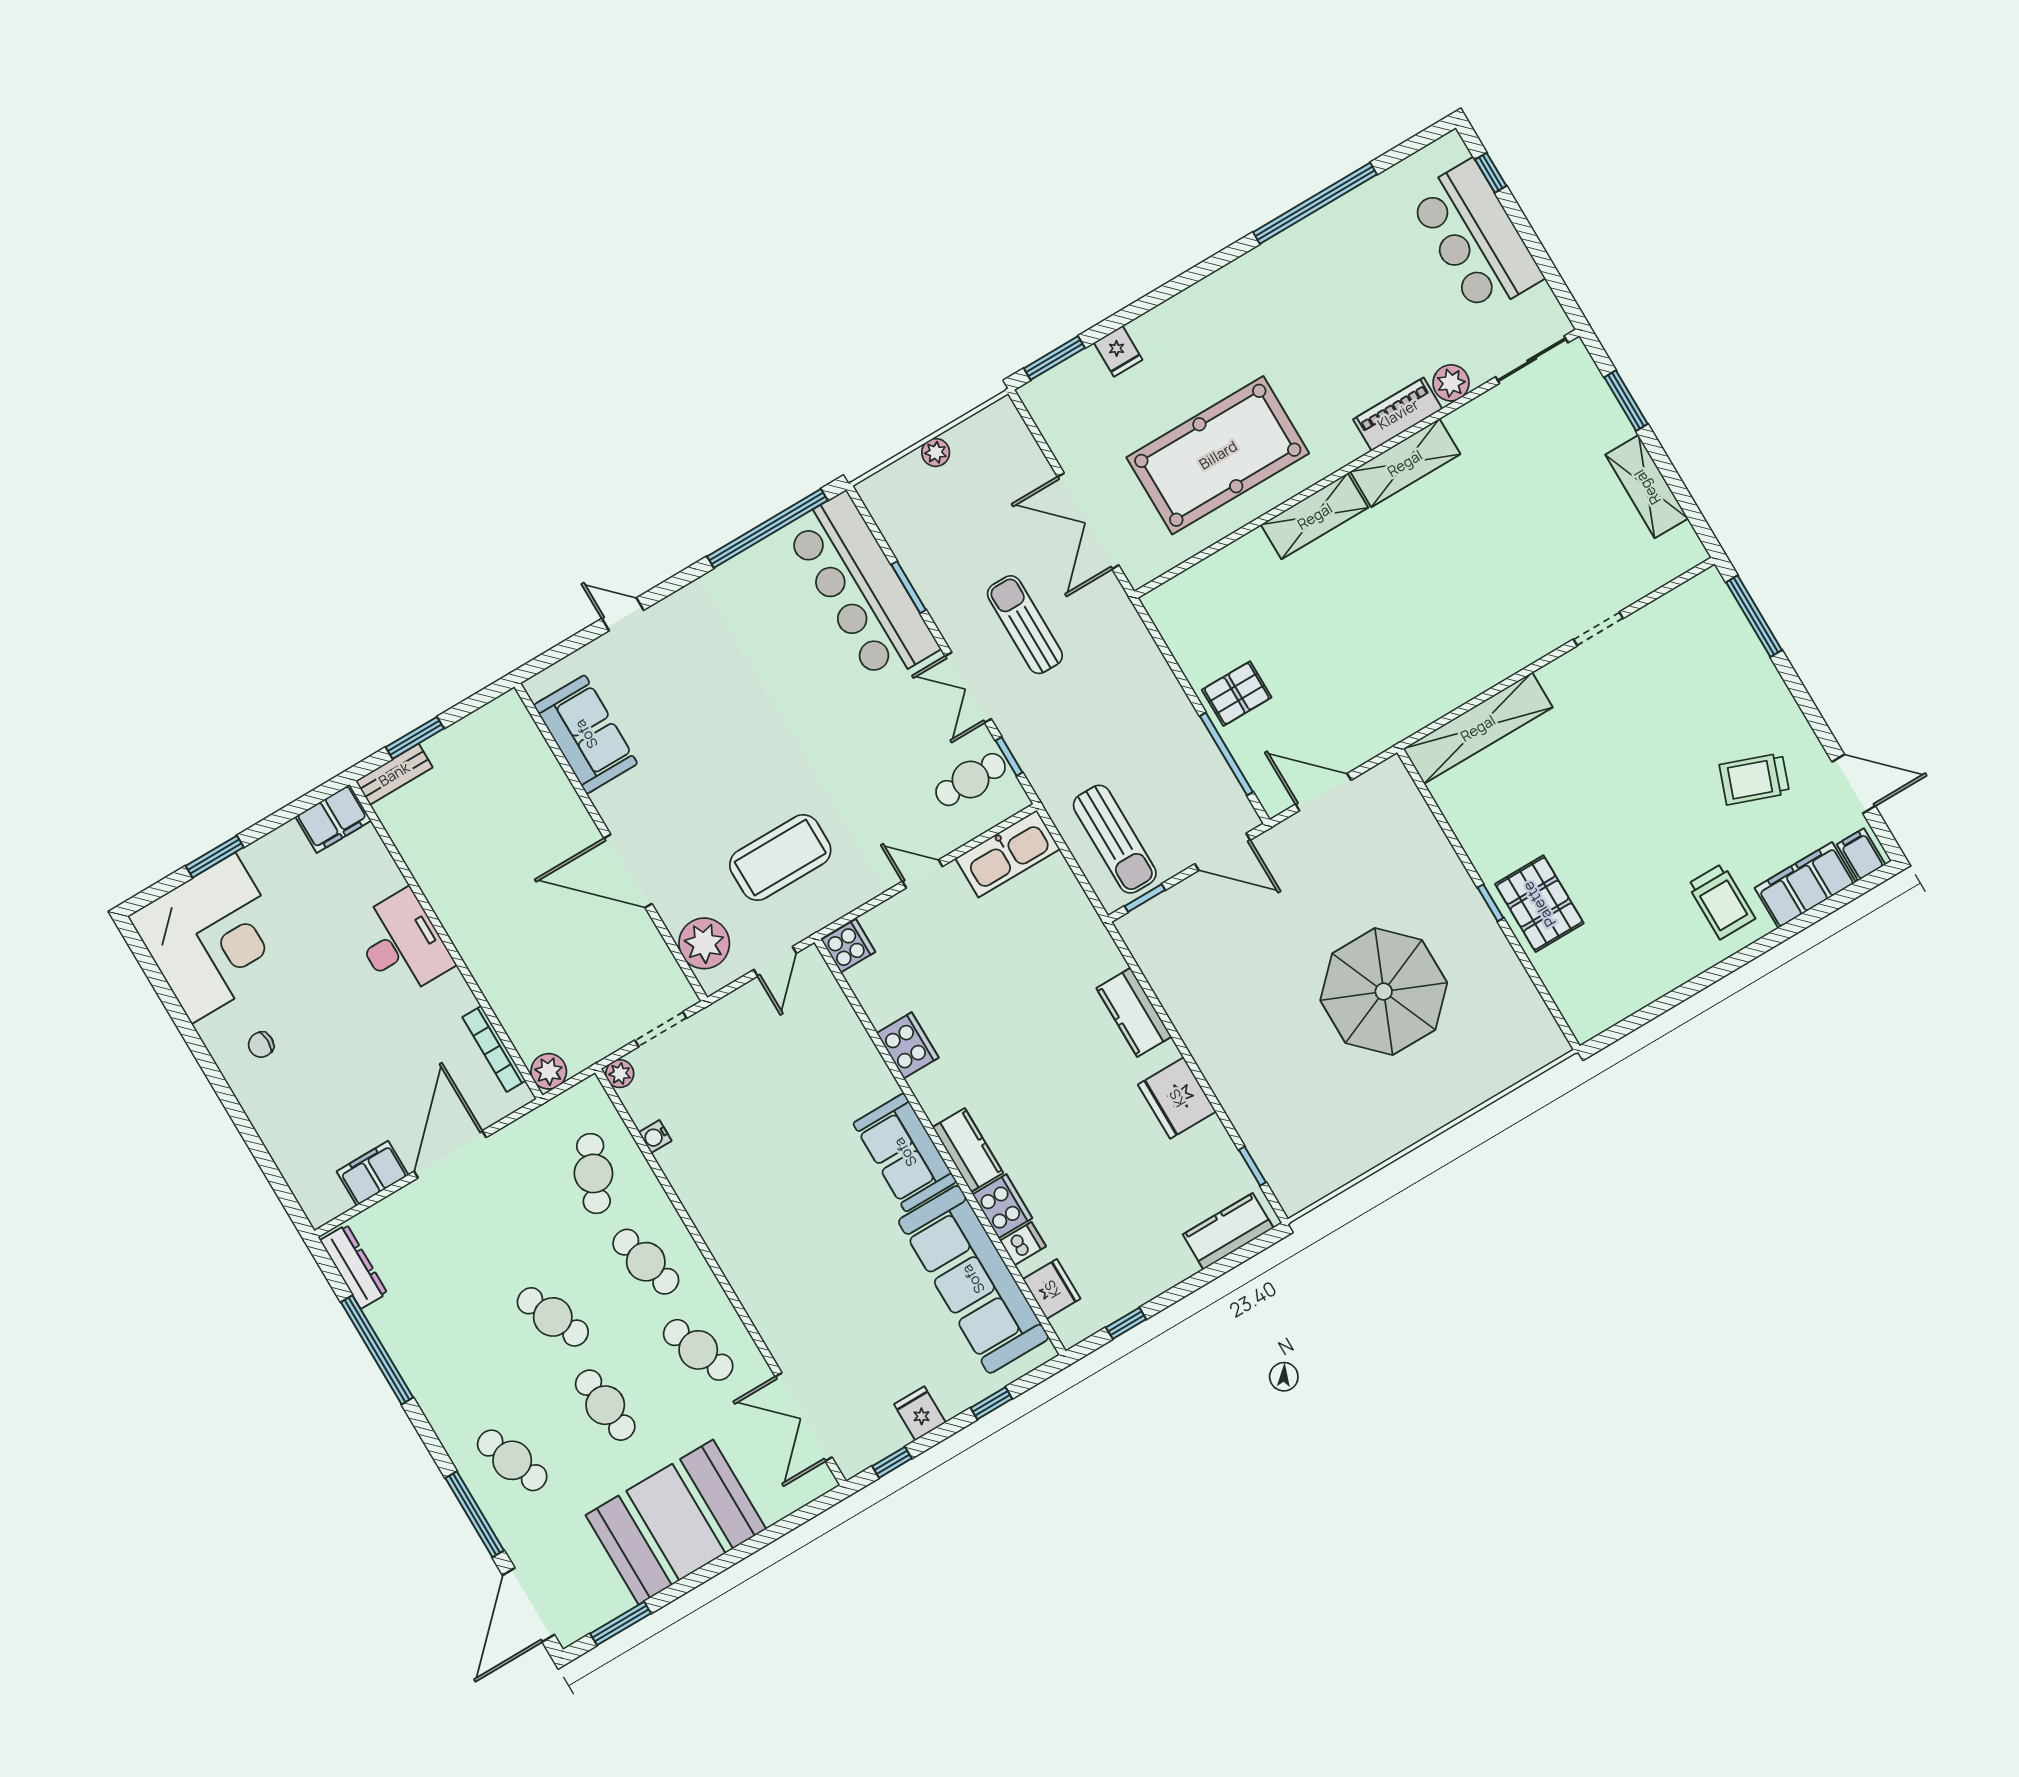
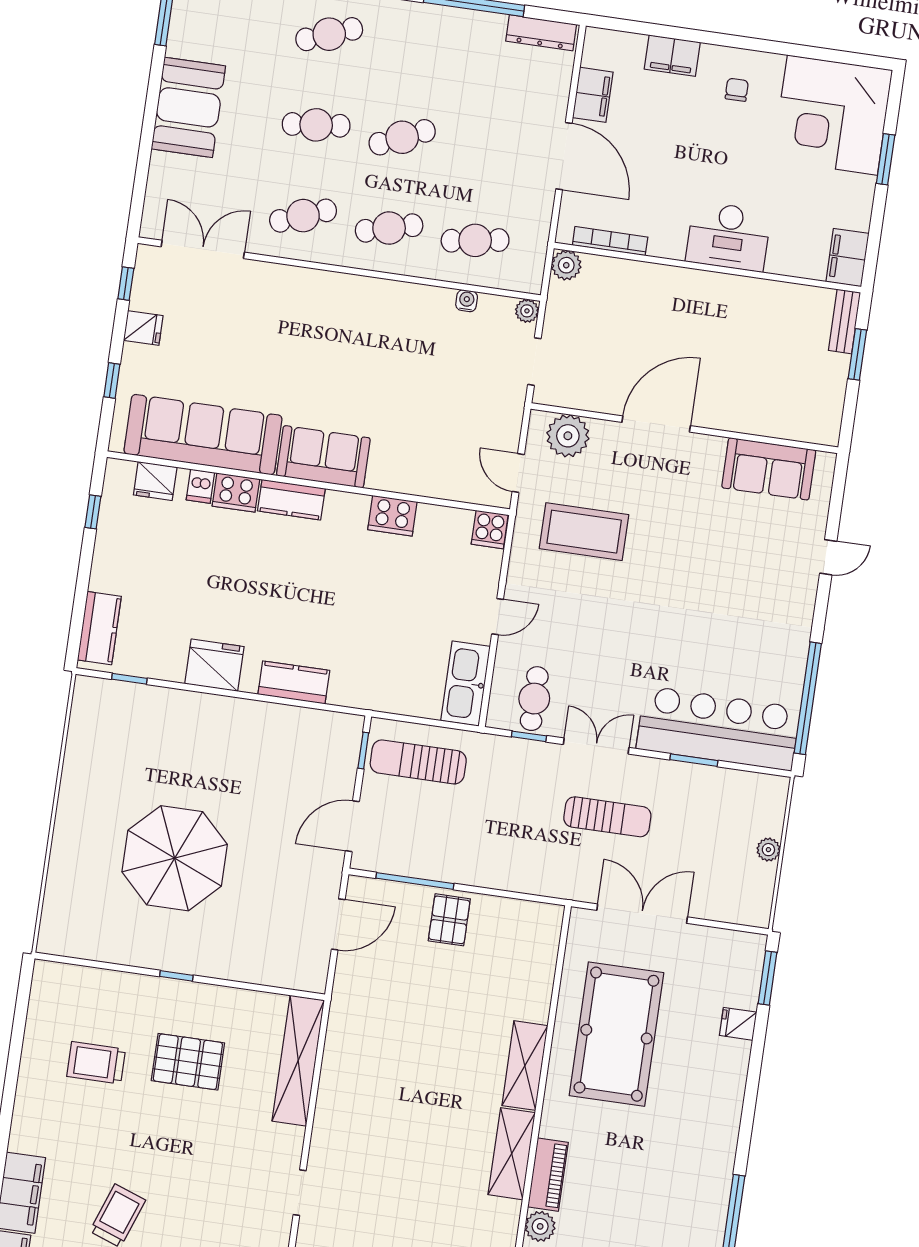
coffee table: (780, 858) -> (584, 532), turned 90
trolley: (1721, 901) -> (96, 1063), moved
pallet: (1539, 904) -> (188, 1062), moved
filing cabinet: (278, 1129) -> (672, 56), added
cafe table: (593, 1173) -> (475, 240), turned -33
booth: (676, 1522) -> (188, 107), width x0.73, depth x0.70

